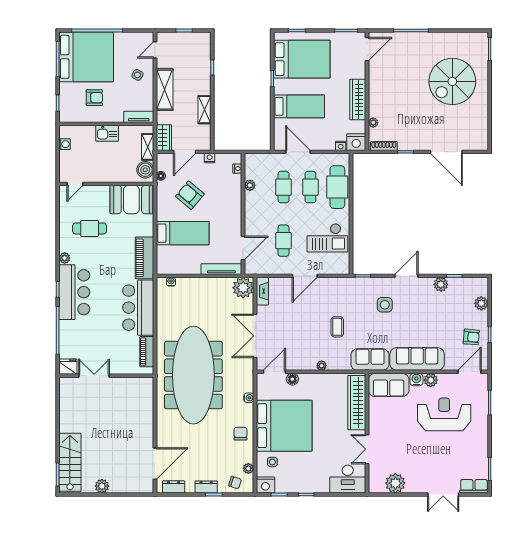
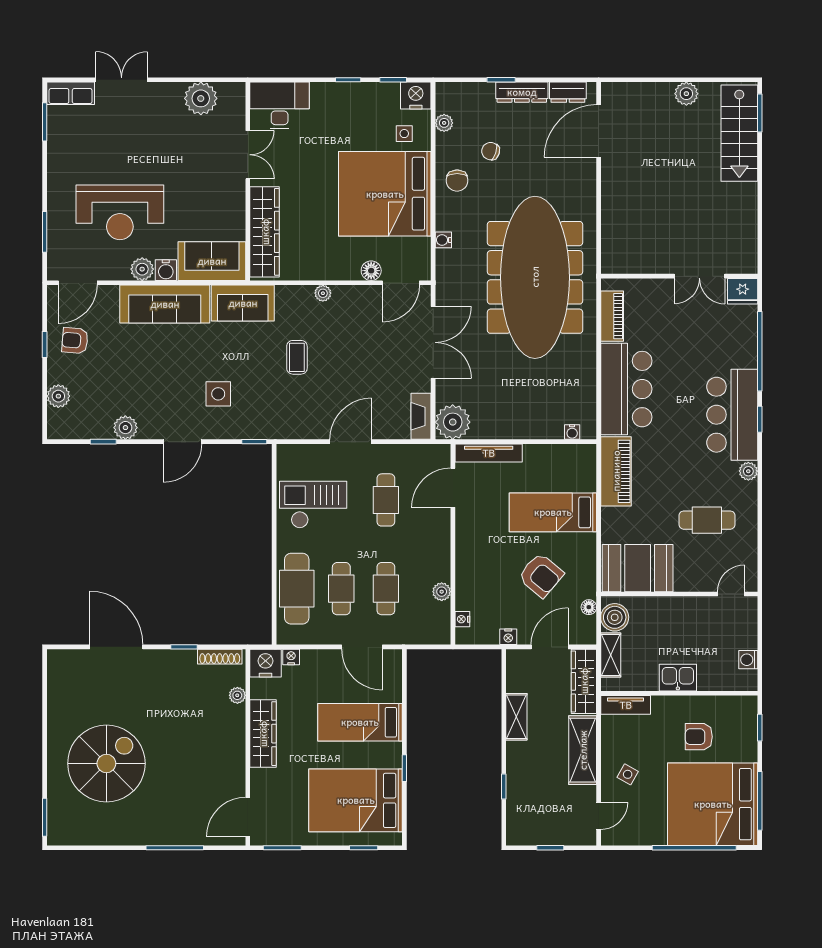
wardrobe: (164, 138) -> (584, 681), width x1.50
chair: (235, 483) -> (491, 151), moved
dresser: (206, 487) -> (522, 92), width x1.44

